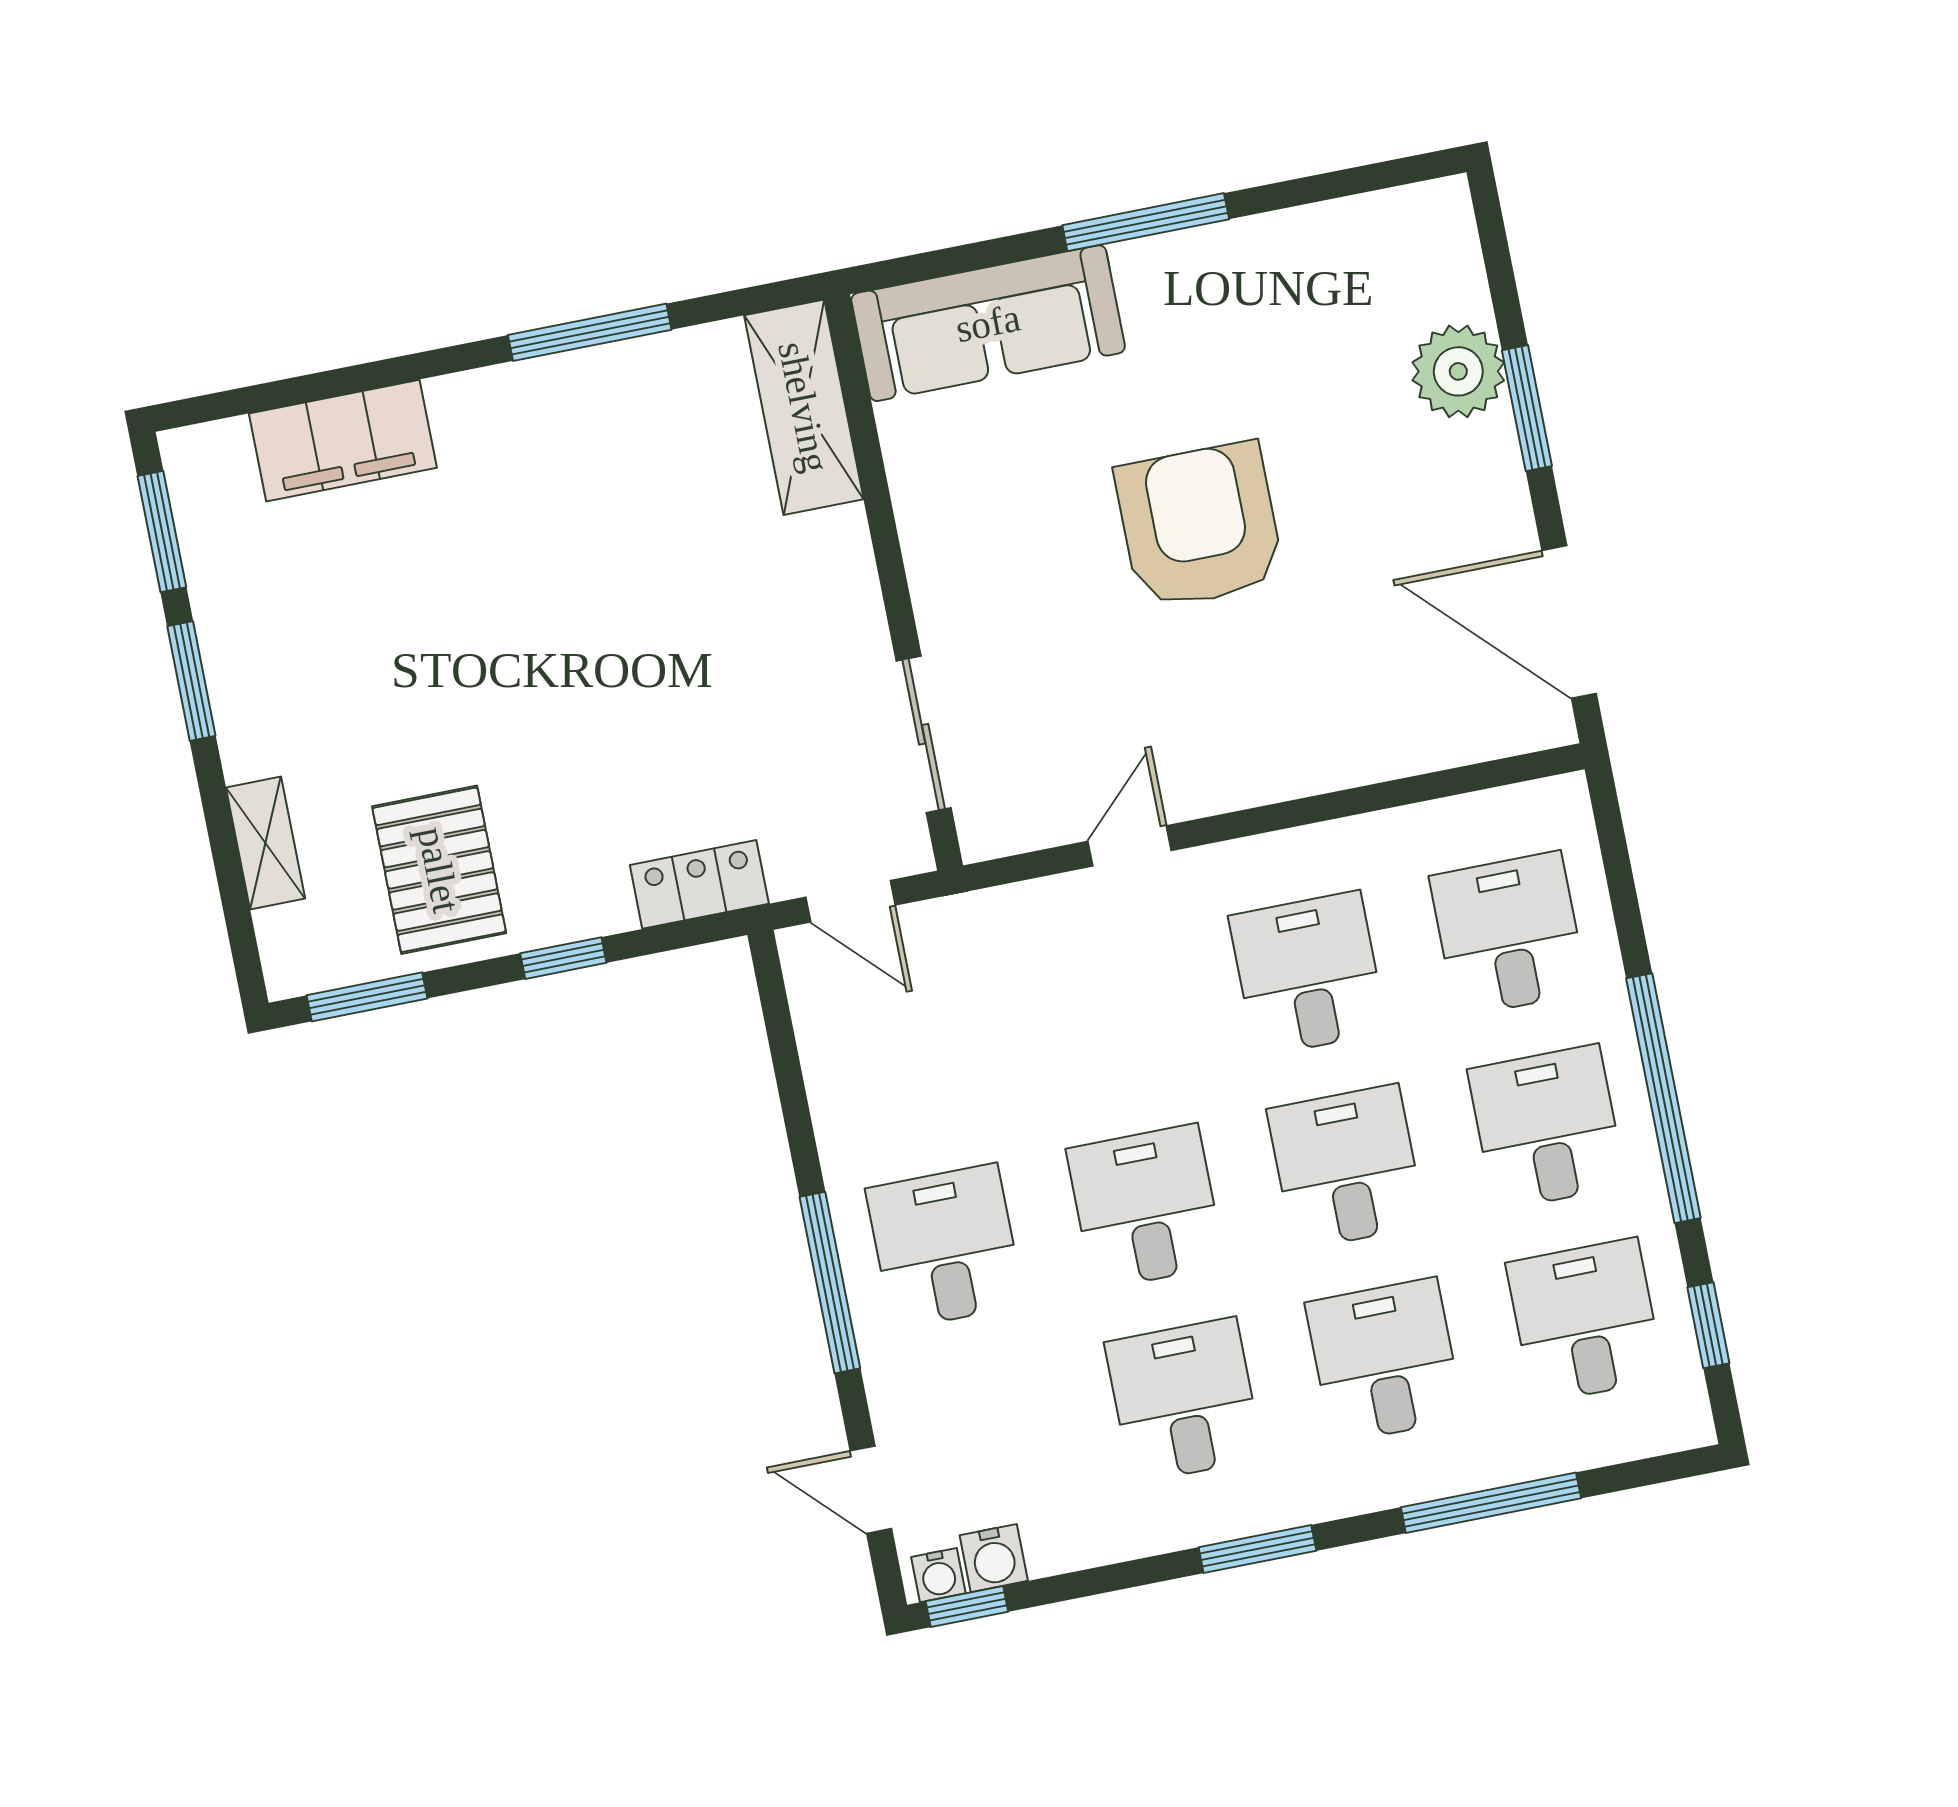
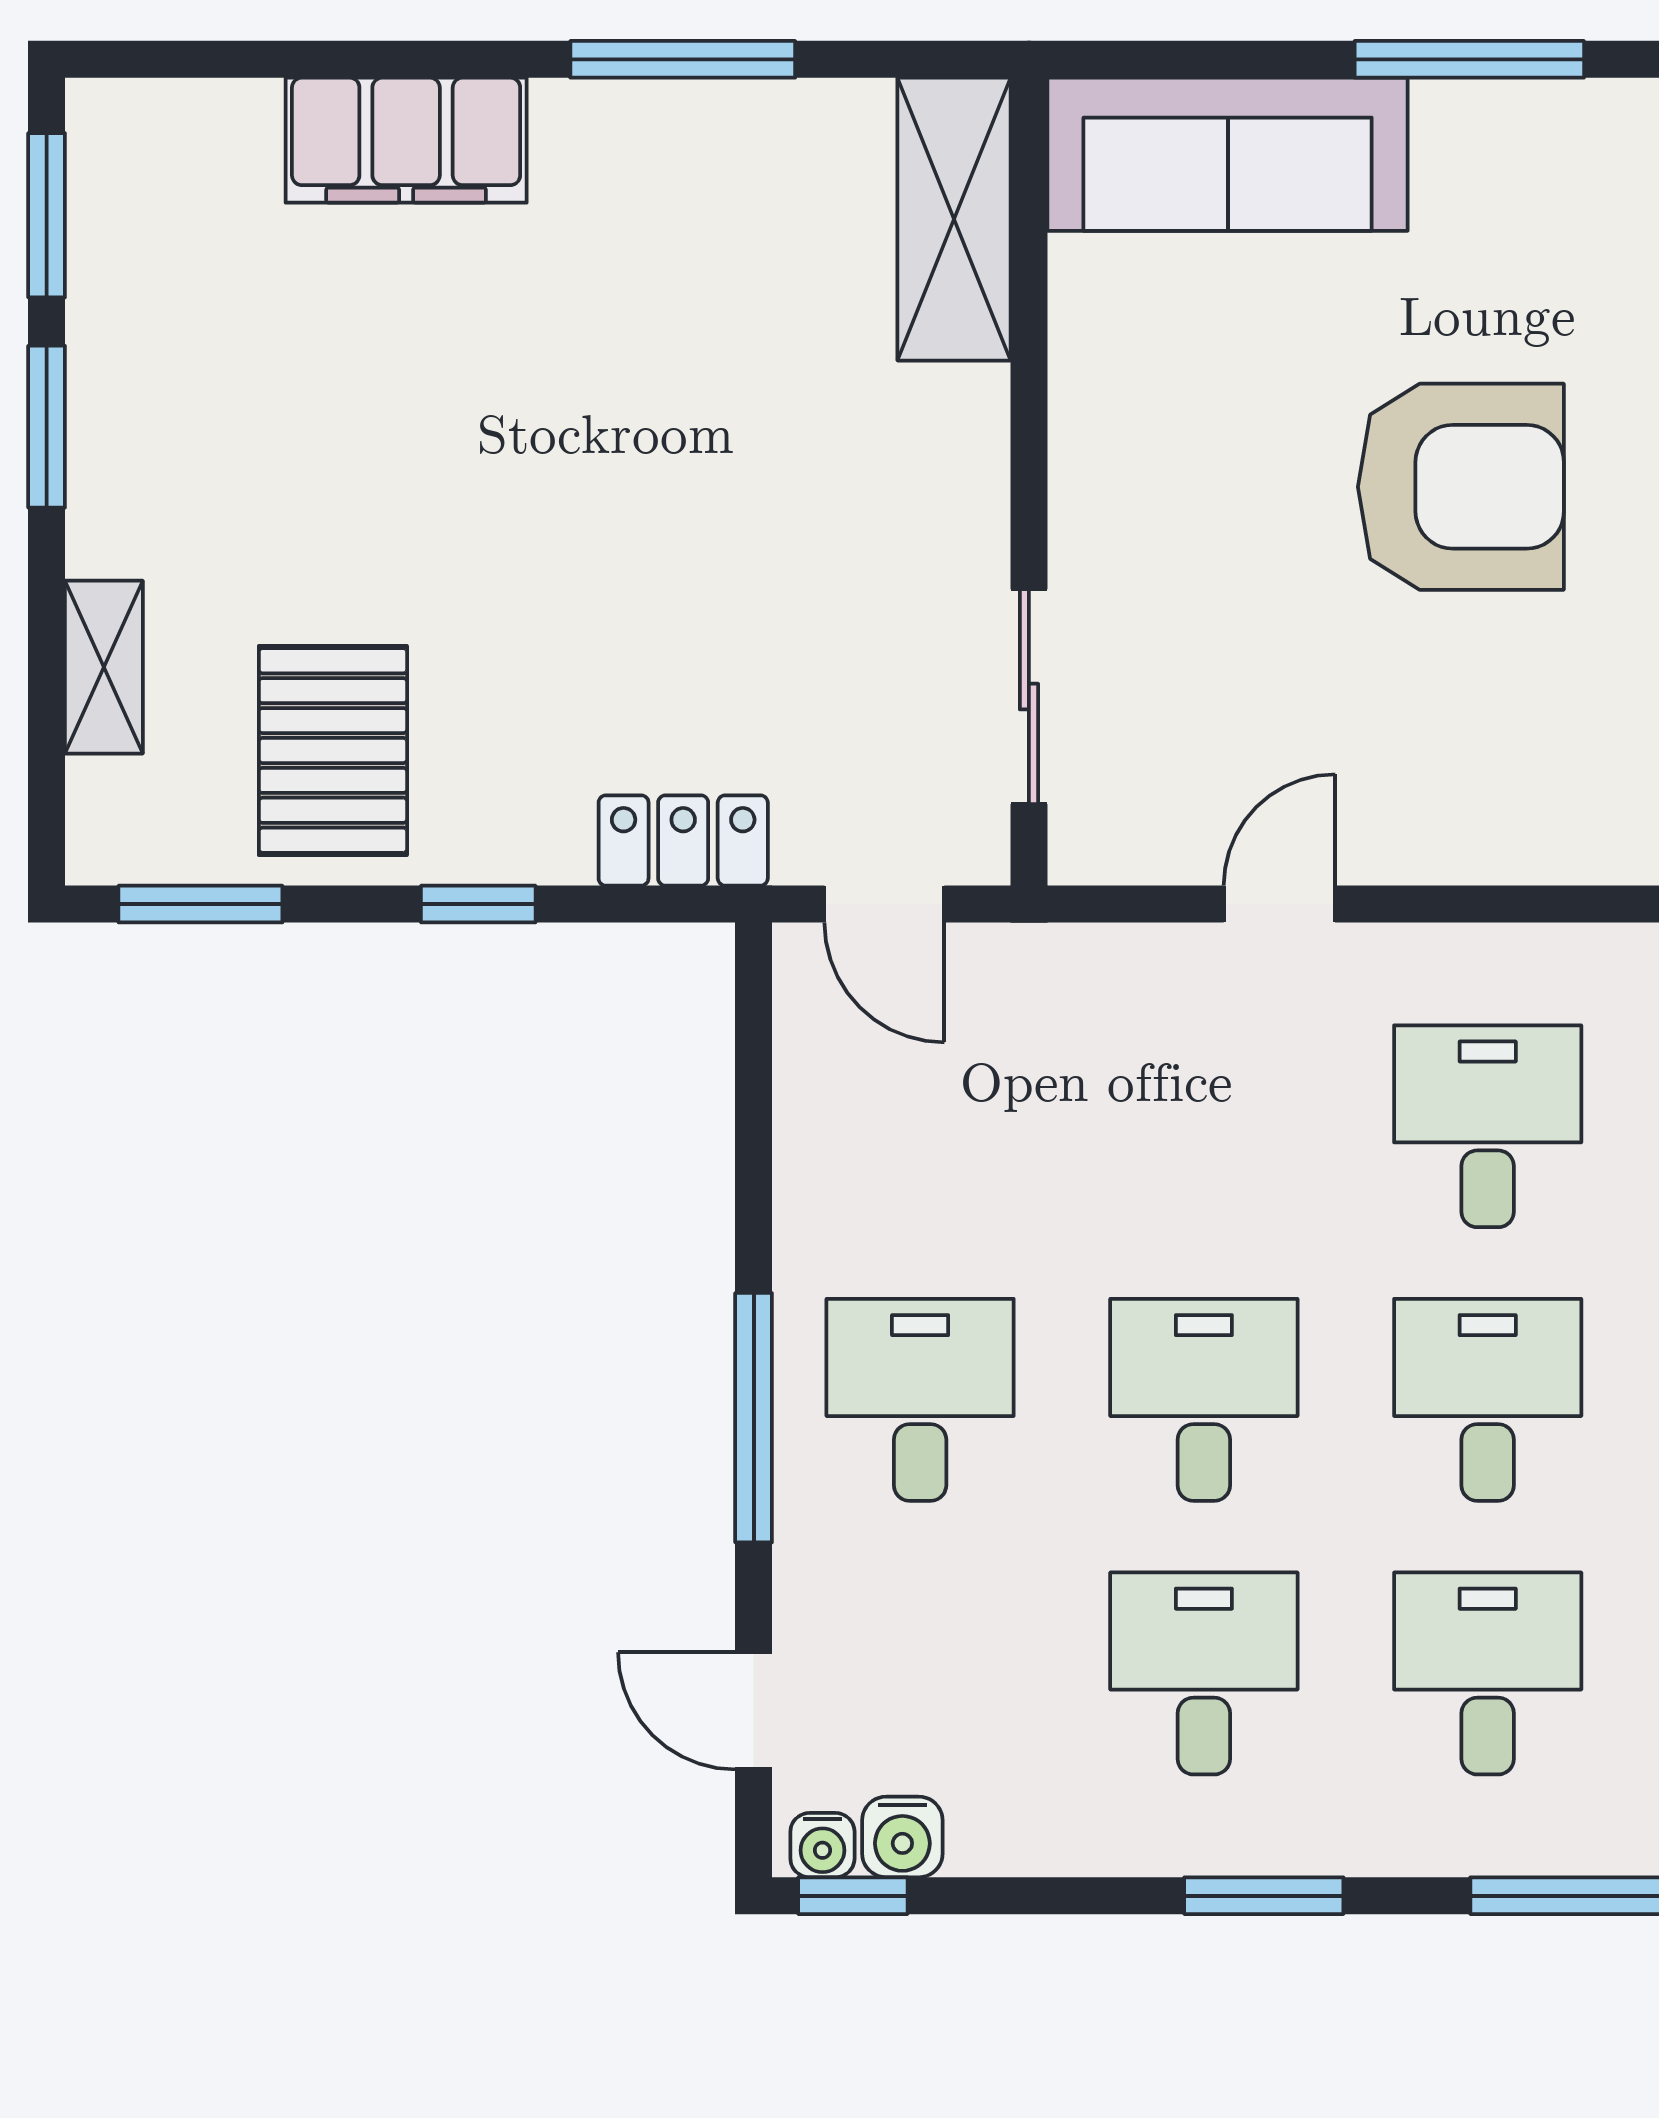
filing cabinet: (343, 441) -> (406, 140), moved
armchair: (1200, 526) -> (1461, 487), turned 90

